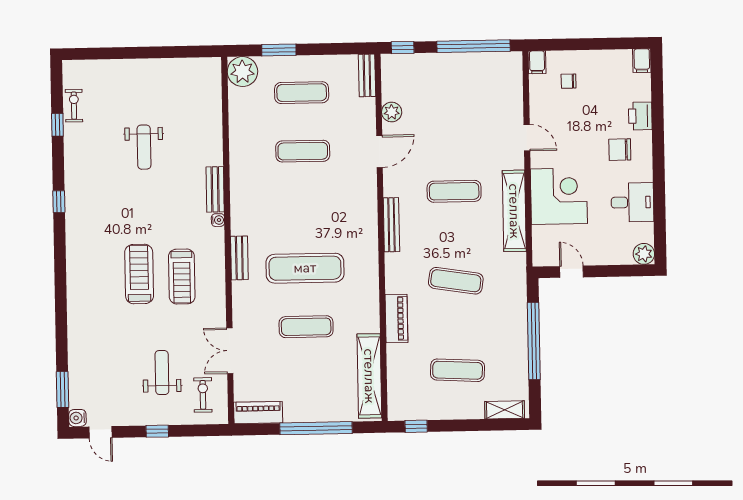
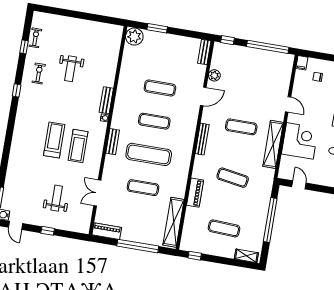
exercise mat: (302, 93) -> (154, 121), moved
exercise bike: (203, 395) -> (39, 73), moved

